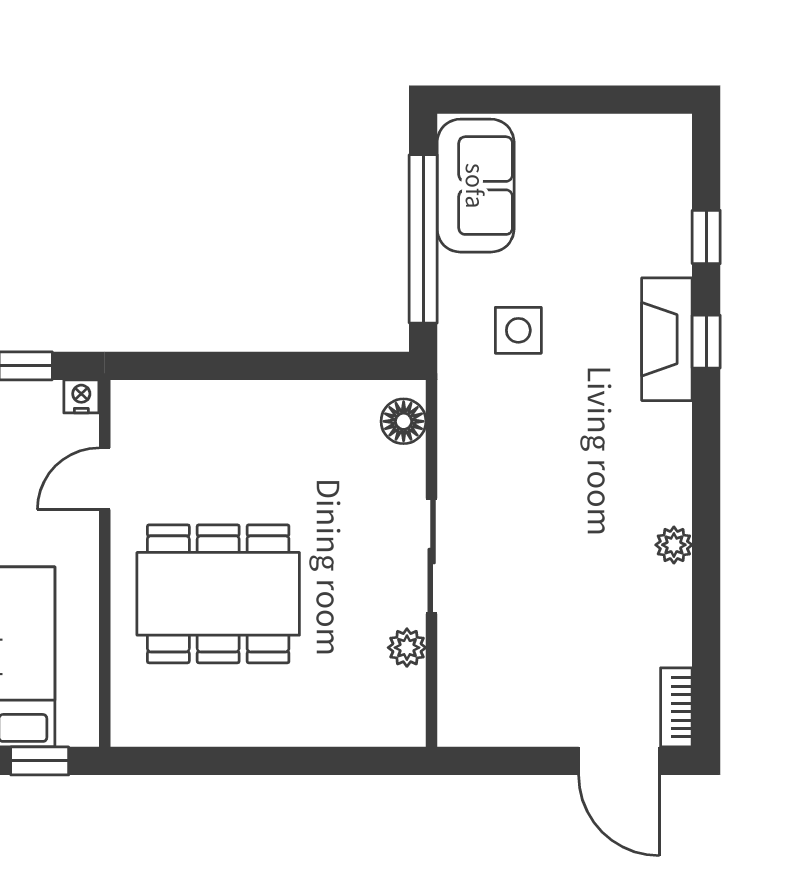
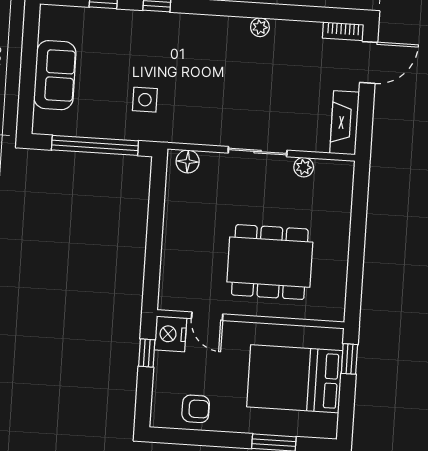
sofa: (476, 186) -> (55, 75), moved, turned 90
fireplace: (667, 339) -> (345, 123), moved, turned 90
nightstand: (81, 396) -> (170, 334), width x1.89, depth x1.79
dining table: (218, 594) -> (270, 262), turned 90

